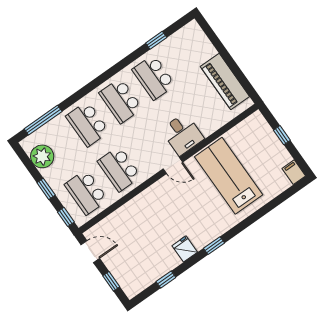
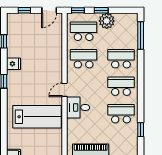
plant: (42, 156) -> (107, 21), moved

